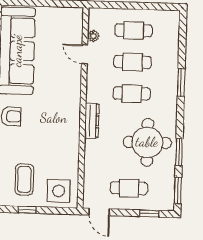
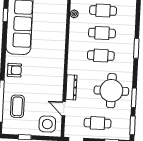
door: (85, 54) -> (64, 109), moved
dresser: (92, 121) -> (71, 87), moved
coffee table: (24, 179) -> (17, 106), moved

